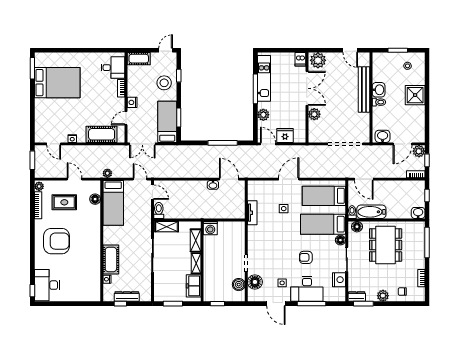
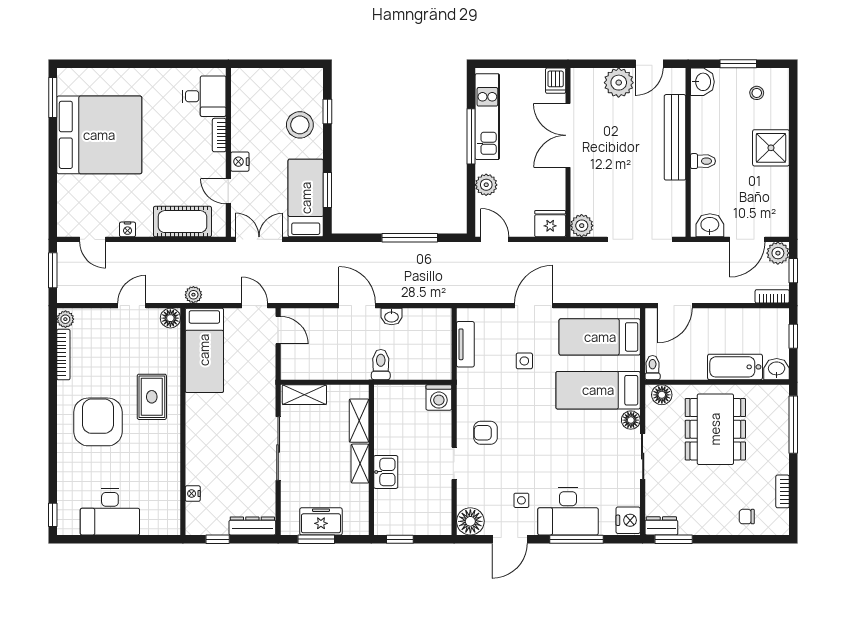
door: (166, 50) -> (303, 64), removed
door: (350, 50) -> (649, 64), hinge flipped
cot: (139, 59) -> (252, 80), removed
plant: (318, 60) -> (619, 83), moved
bed: (57, 83) -> (99, 135), width x1.36
double door: (307, 88) -> (568, 135), swing flipped
washbasin: (379, 90) -> (702, 82), moved
plant: (314, 114) -> (582, 226), moved
door: (126, 118) -> (228, 191), hinge flipped
fridge: (285, 135) -> (550, 224), moved
double door: (142, 144) -> (259, 239), swing flipped
door: (75, 179) -> (132, 306), hinge flipped
door: (229, 179) -> (357, 306), moved
door: (364, 179) -> (675, 306), hinge flipped
floor lamp: (95, 199) -> (170, 318), moved
rug: (64, 202) -> (152, 397), moved, turned 90
toilet: (159, 211) -> (381, 365), moved
bathtub: (371, 212) -> (735, 367), moved
tv unit: (252, 213) -> (465, 344), moved
washing machine: (210, 228) -> (439, 397), moved
armchair: (57, 241) -> (98, 422), turned -90
armchair: (306, 257) -> (486, 433), moved
cot: (111, 259) -> (200, 456), removed
kitchen sink: (210, 268) -> (386, 472), added
nightstand: (339, 280) -> (628, 520), moved
floor lamp: (255, 282) -> (470, 521), moved
desk: (47, 285) -> (110, 512), moved, turned -90
boiler: (239, 285) -> (440, 503), removed
freezer: (194, 286) -> (321, 521), moved, turned 90
plant: (383, 296) -> (710, 524), removed
dresser: (127, 297) -> (252, 526), moved
door: (276, 304) -> (510, 539), hinge flipped

